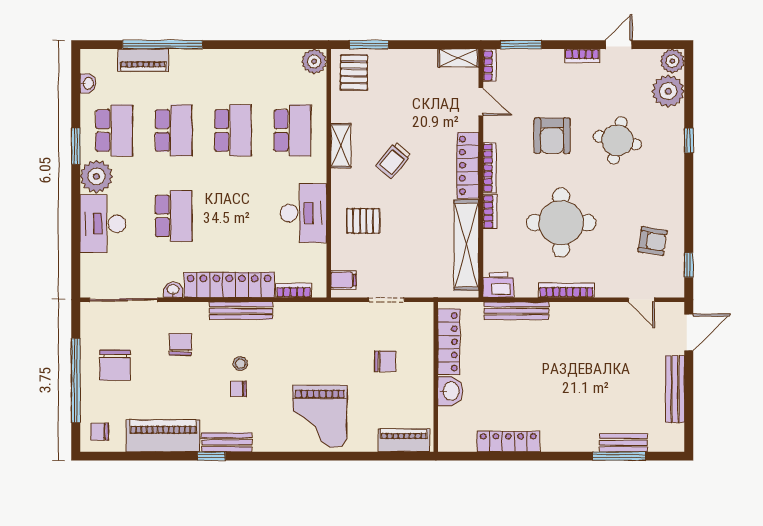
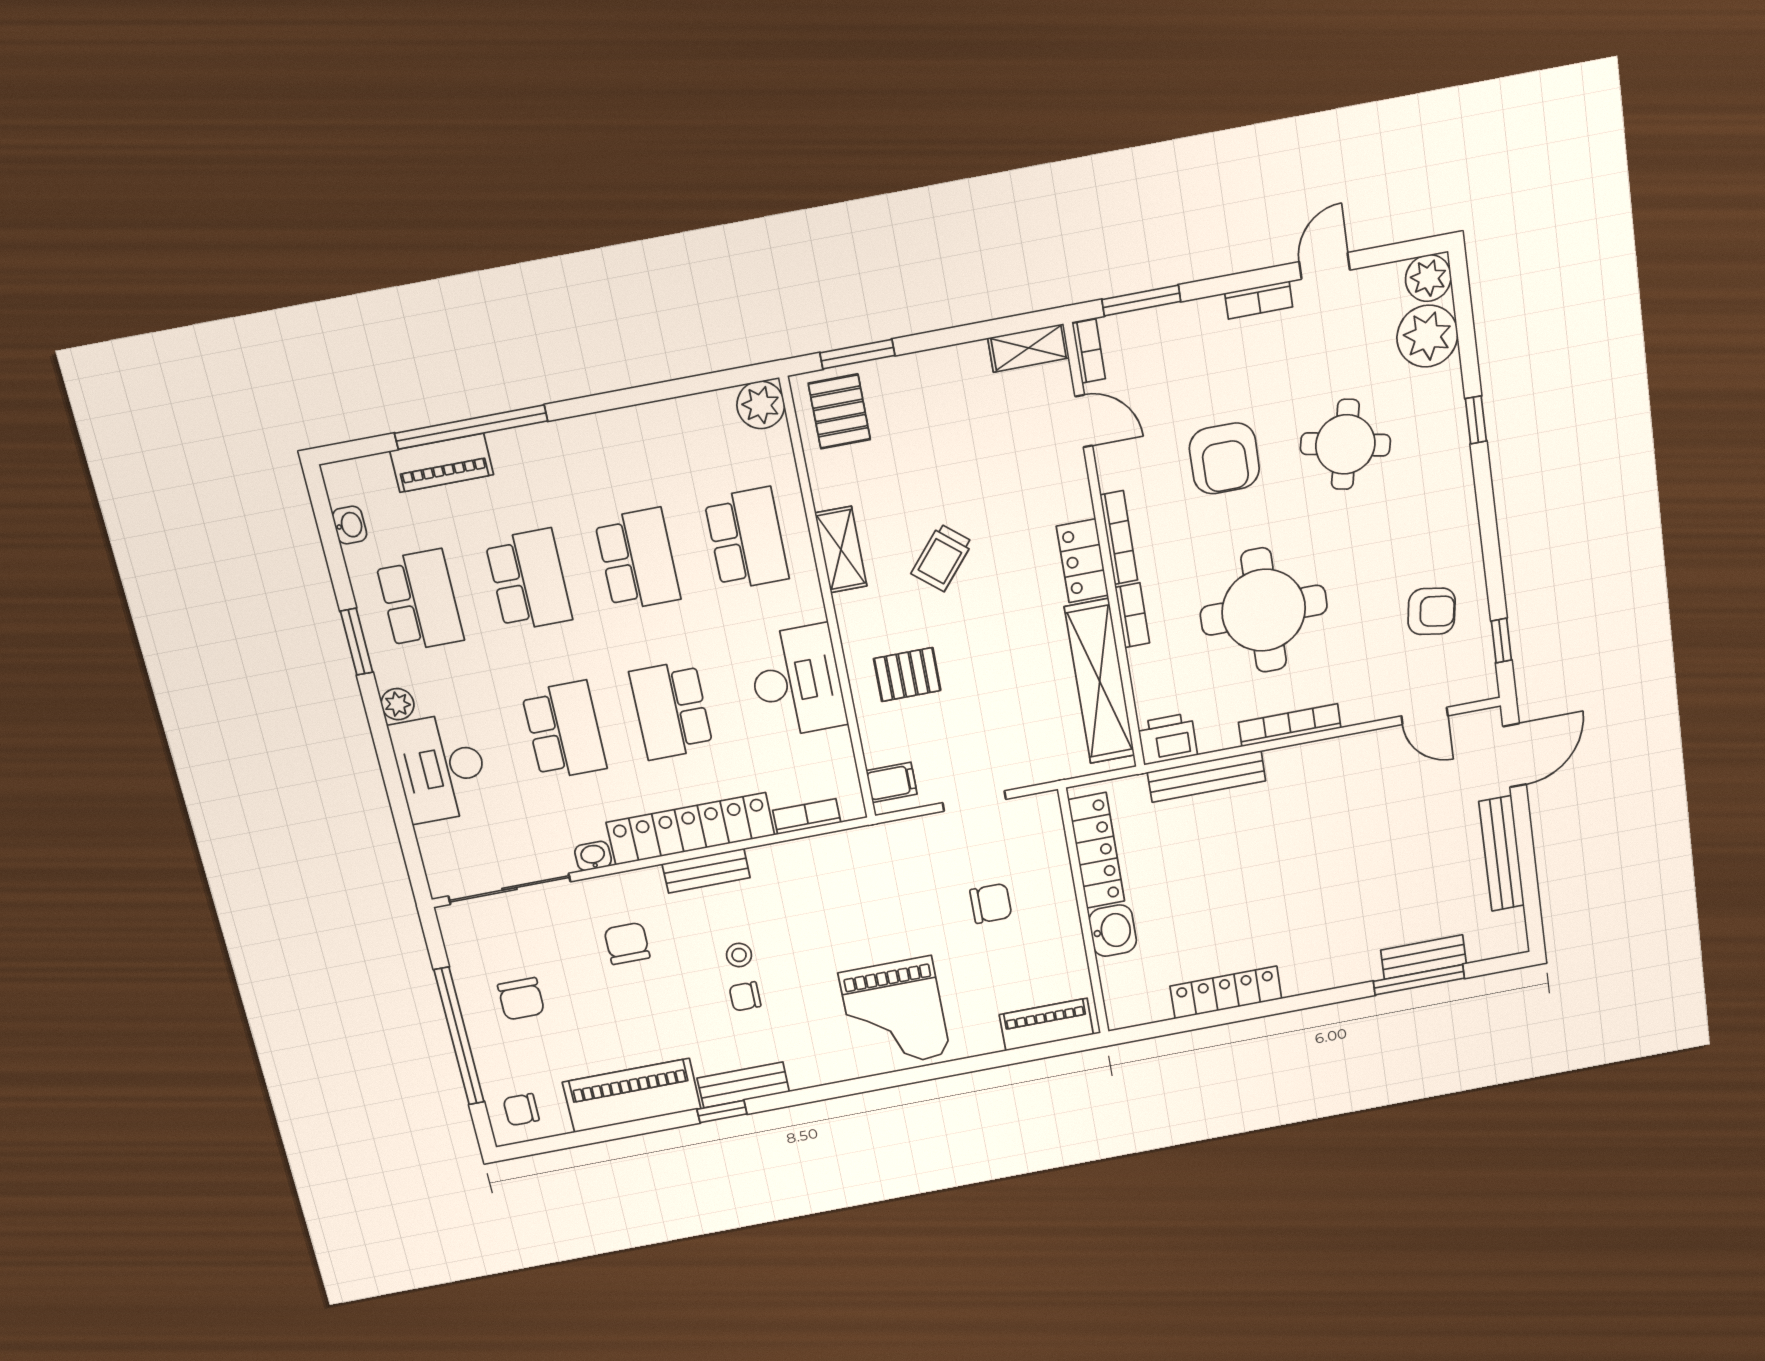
locker: (468, 165) -> (1082, 561), width x0.66
plant: (96, 176) -> (398, 704), width x0.53, depth x0.53
school desk: (233, 216) -> (671, 710), added
bench: (241, 311) -> (706, 871), width x0.73
chair: (115, 365) -> (521, 999), width x0.73, depth x0.73

